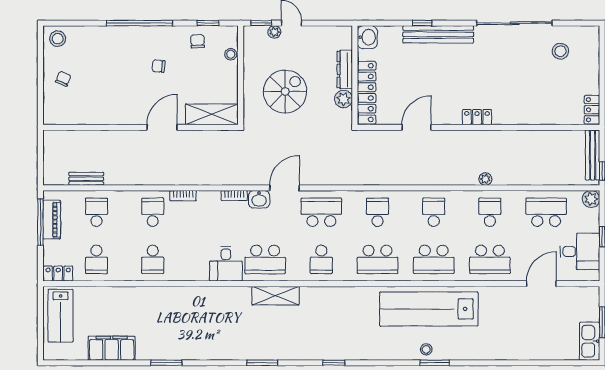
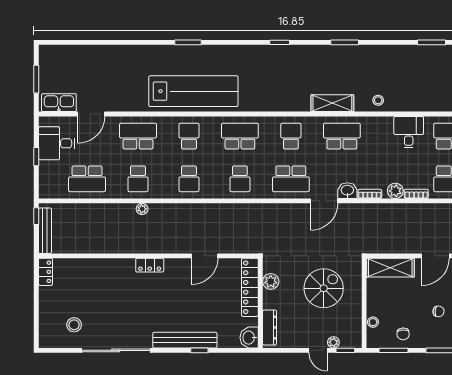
window: (208, 23) -> (394, 350), width x1.50
dresser: (345, 69) -> (270, 328), moved
spiral stairs: (285, 92) -> (324, 288), turned 180
plant: (591, 199) -> (395, 191), moved
school desk: (434, 259) -> (189, 136), width x0.54
desk: (226, 264) -> (409, 132), moved
kitchen sink: (590, 341) -> (59, 103), moved, turned -90
stool: (426, 349) -> (378, 100), moved

